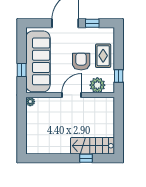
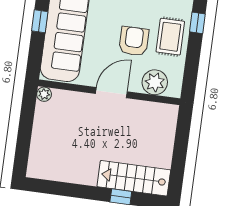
window: (22, 70) -> (40, 21), moved
window: (119, 76) -> (197, 23), moved

